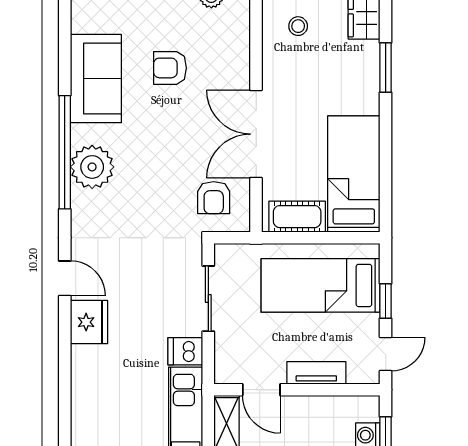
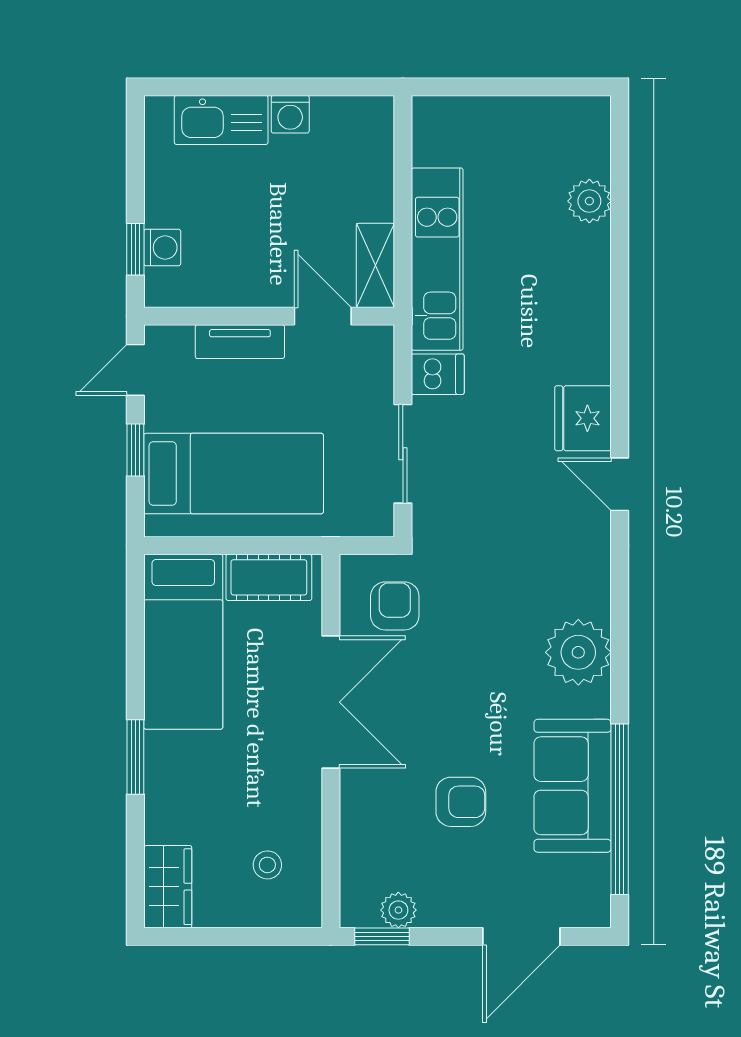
window: (386, 68) -> (135, 757), moved
window: (65, 152) -> (620, 809), moved

